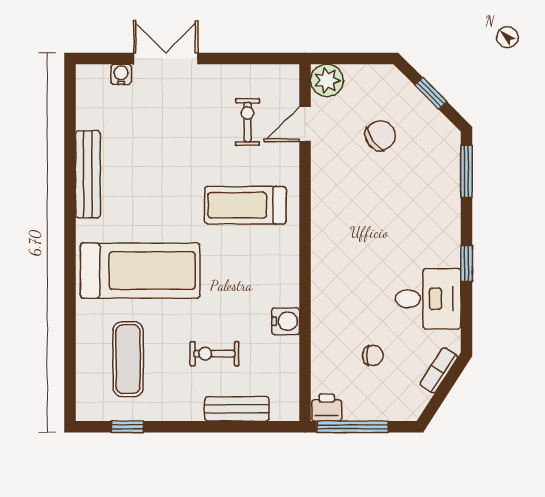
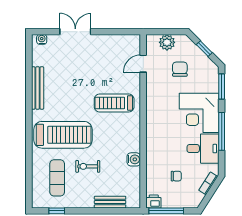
water cooler: (121, 74) -> (42, 39), moved
plant: (327, 80) -> (167, 42), moved
exercise bike: (248, 122) -> (115, 63), removed
chair: (380, 136) -> (180, 69), turned -55
corner desk: (420, 226) -> (199, 113), added
window: (467, 263) -> (222, 131), width x2.17
exercise bike: (214, 354) -> (88, 166), moved

